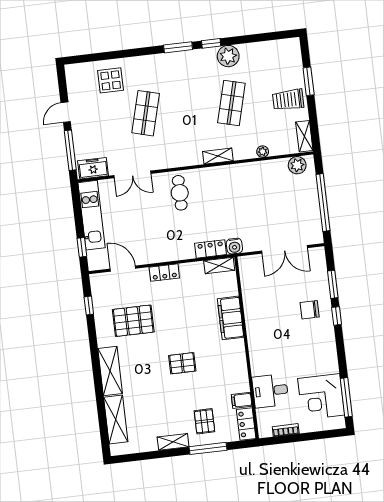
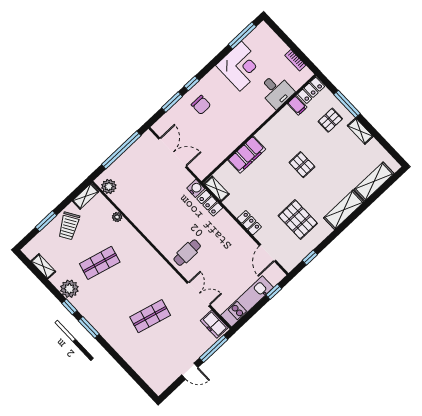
display table: (111, 80) -> (145, 357), removed
trolley: (288, 100) -> (69, 226), turned 59
shelving: (218, 156) -> (43, 266), moved
corner desk: (321, 397) -> (241, 66), moved

